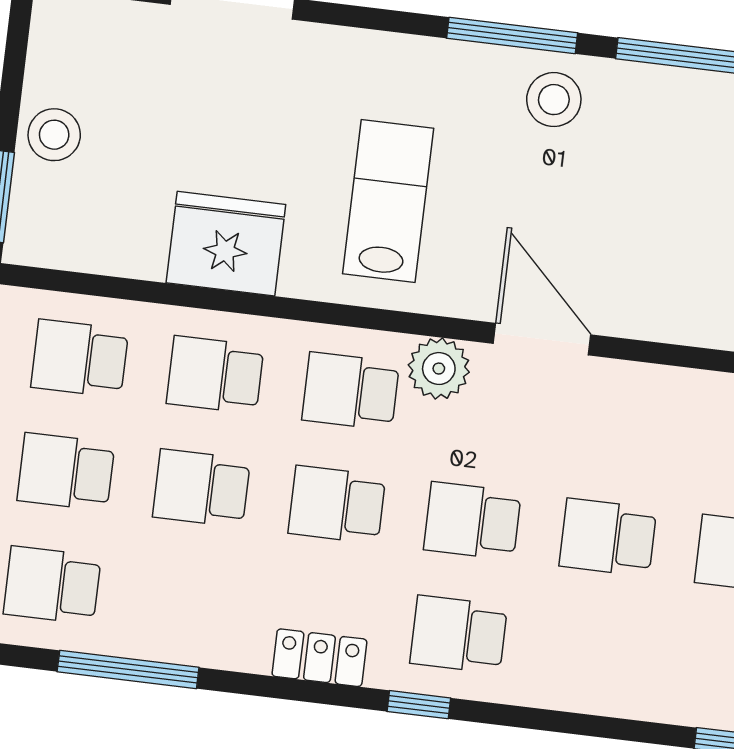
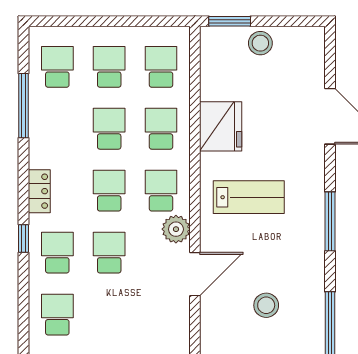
window: (512, 35) -> (330, 221), moved
stool: (554, 100) -> (266, 305), moved
school desk: (608, 537) -> (57, 315), moved

